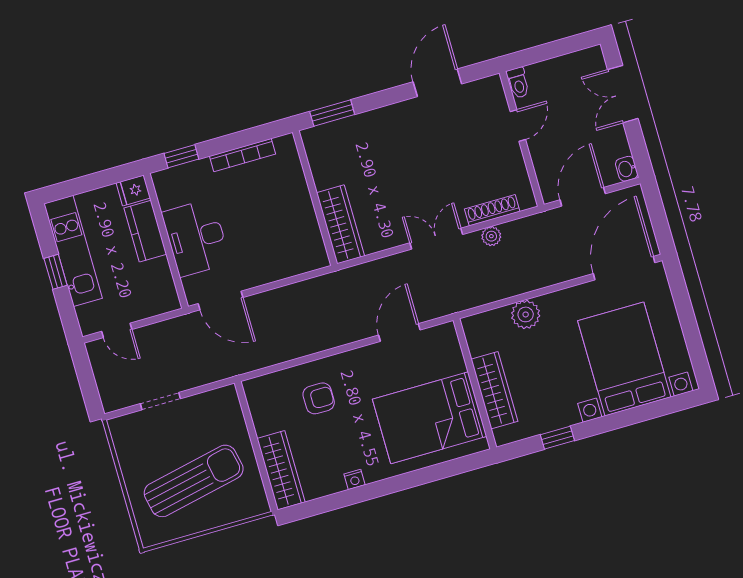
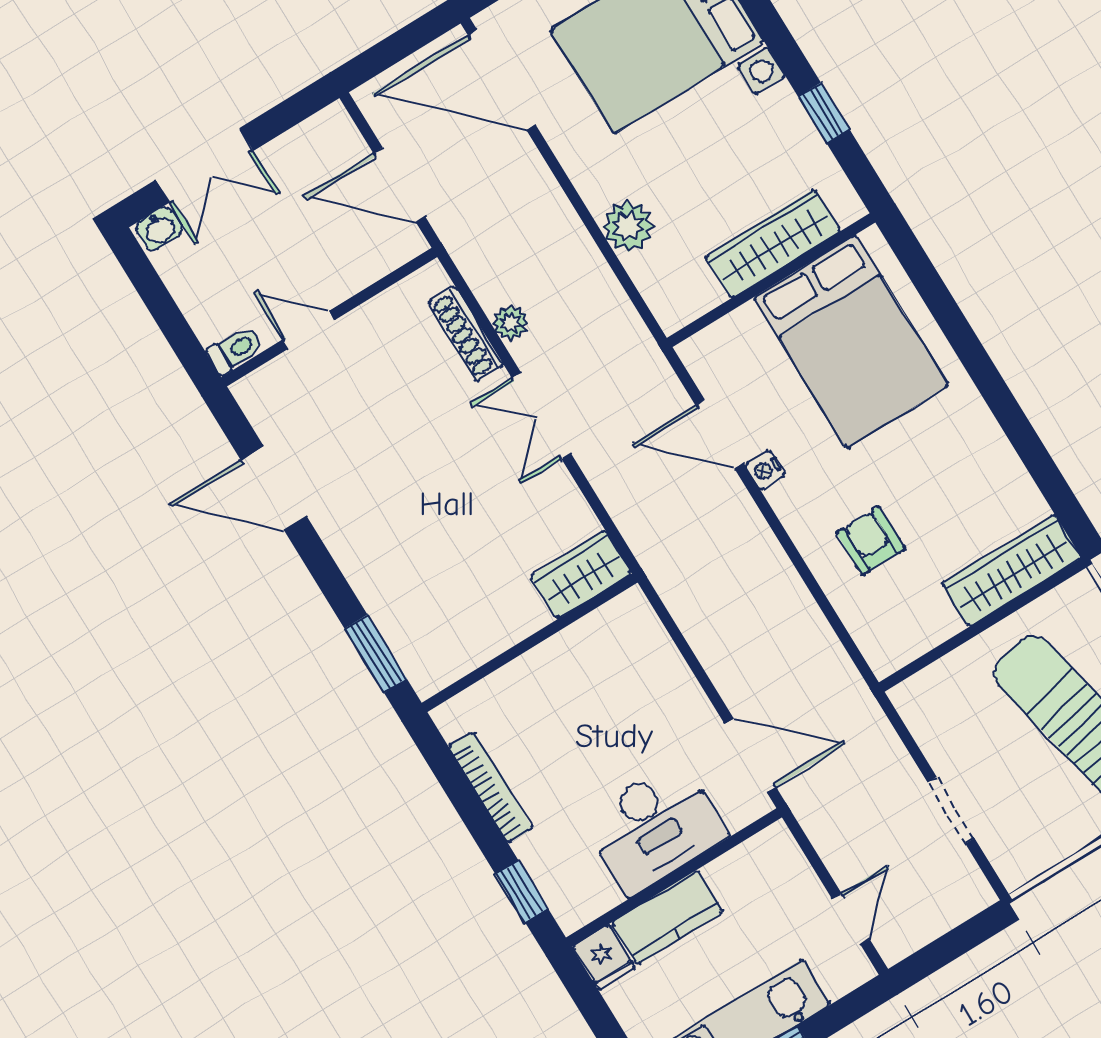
washbasin: (627, 169) -> (159, 229), moved
wardrobe: (341, 224) -> (581, 575), width x0.67
door: (220, 301) -> (750, 755), hinge flipped
nightstand: (355, 479) -> (765, 470), moved, turned 180

